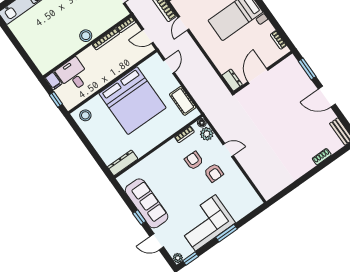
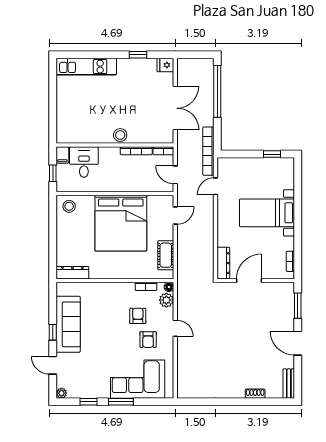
dresser: (232, 80) -> (223, 263), width x1.44
corner sofa: (205, 223) -> (138, 379), moved
window: (191, 259) -> (88, 402), moved

